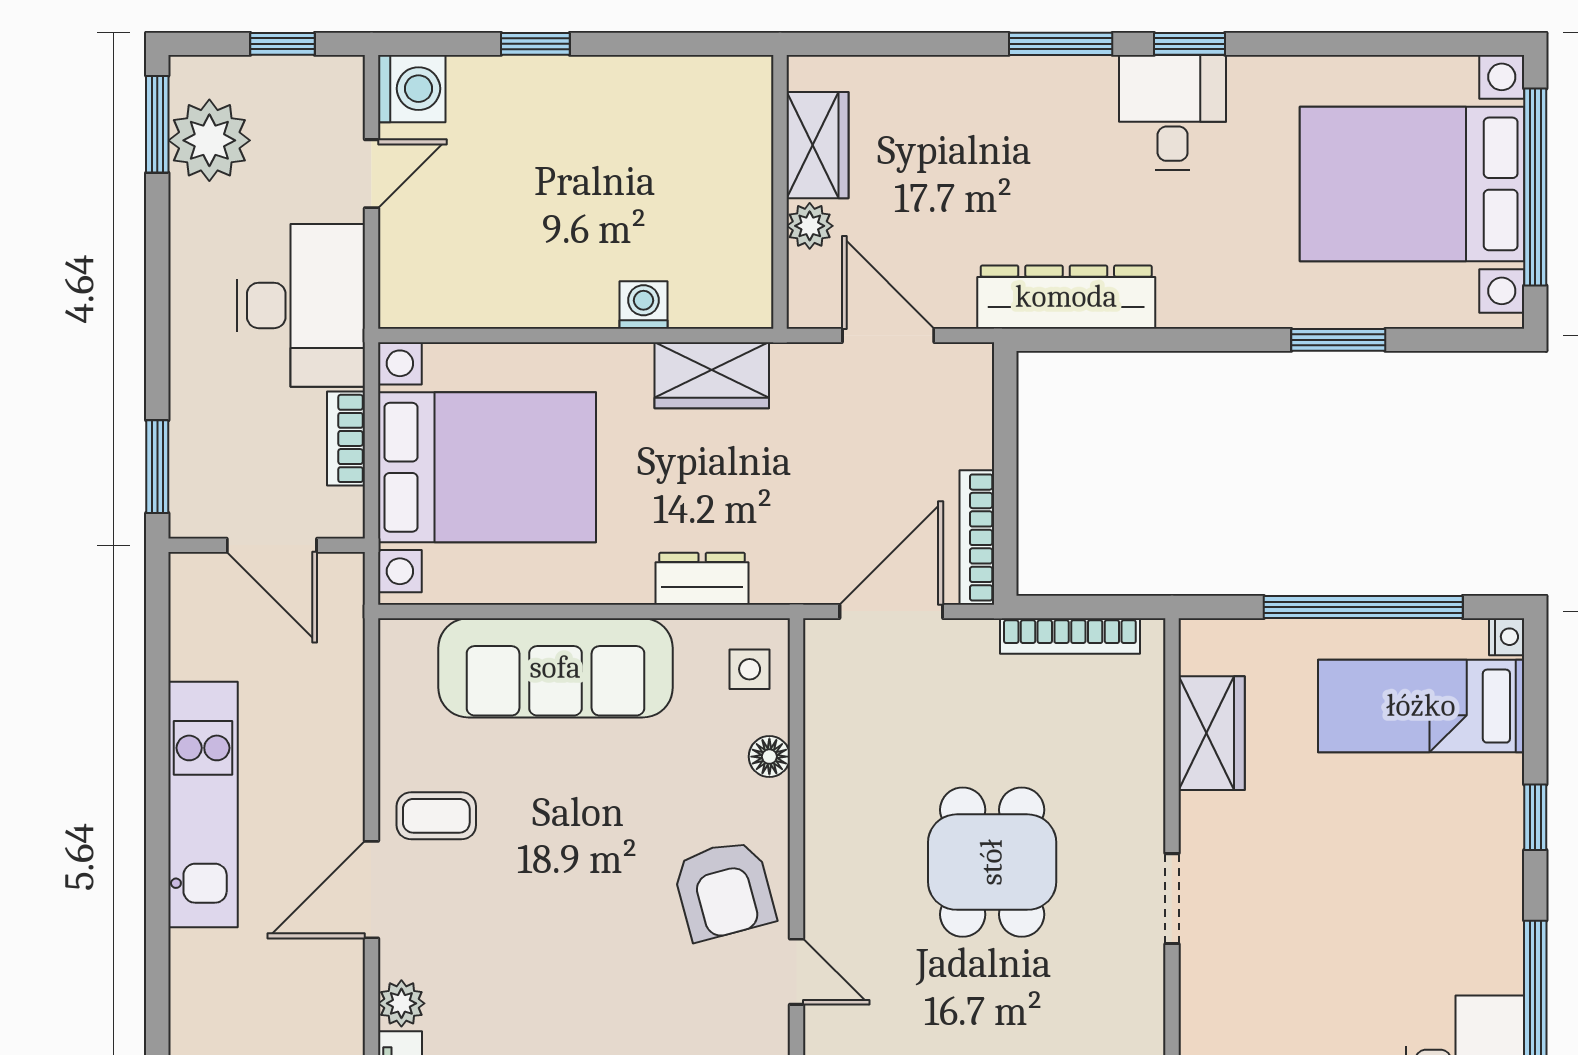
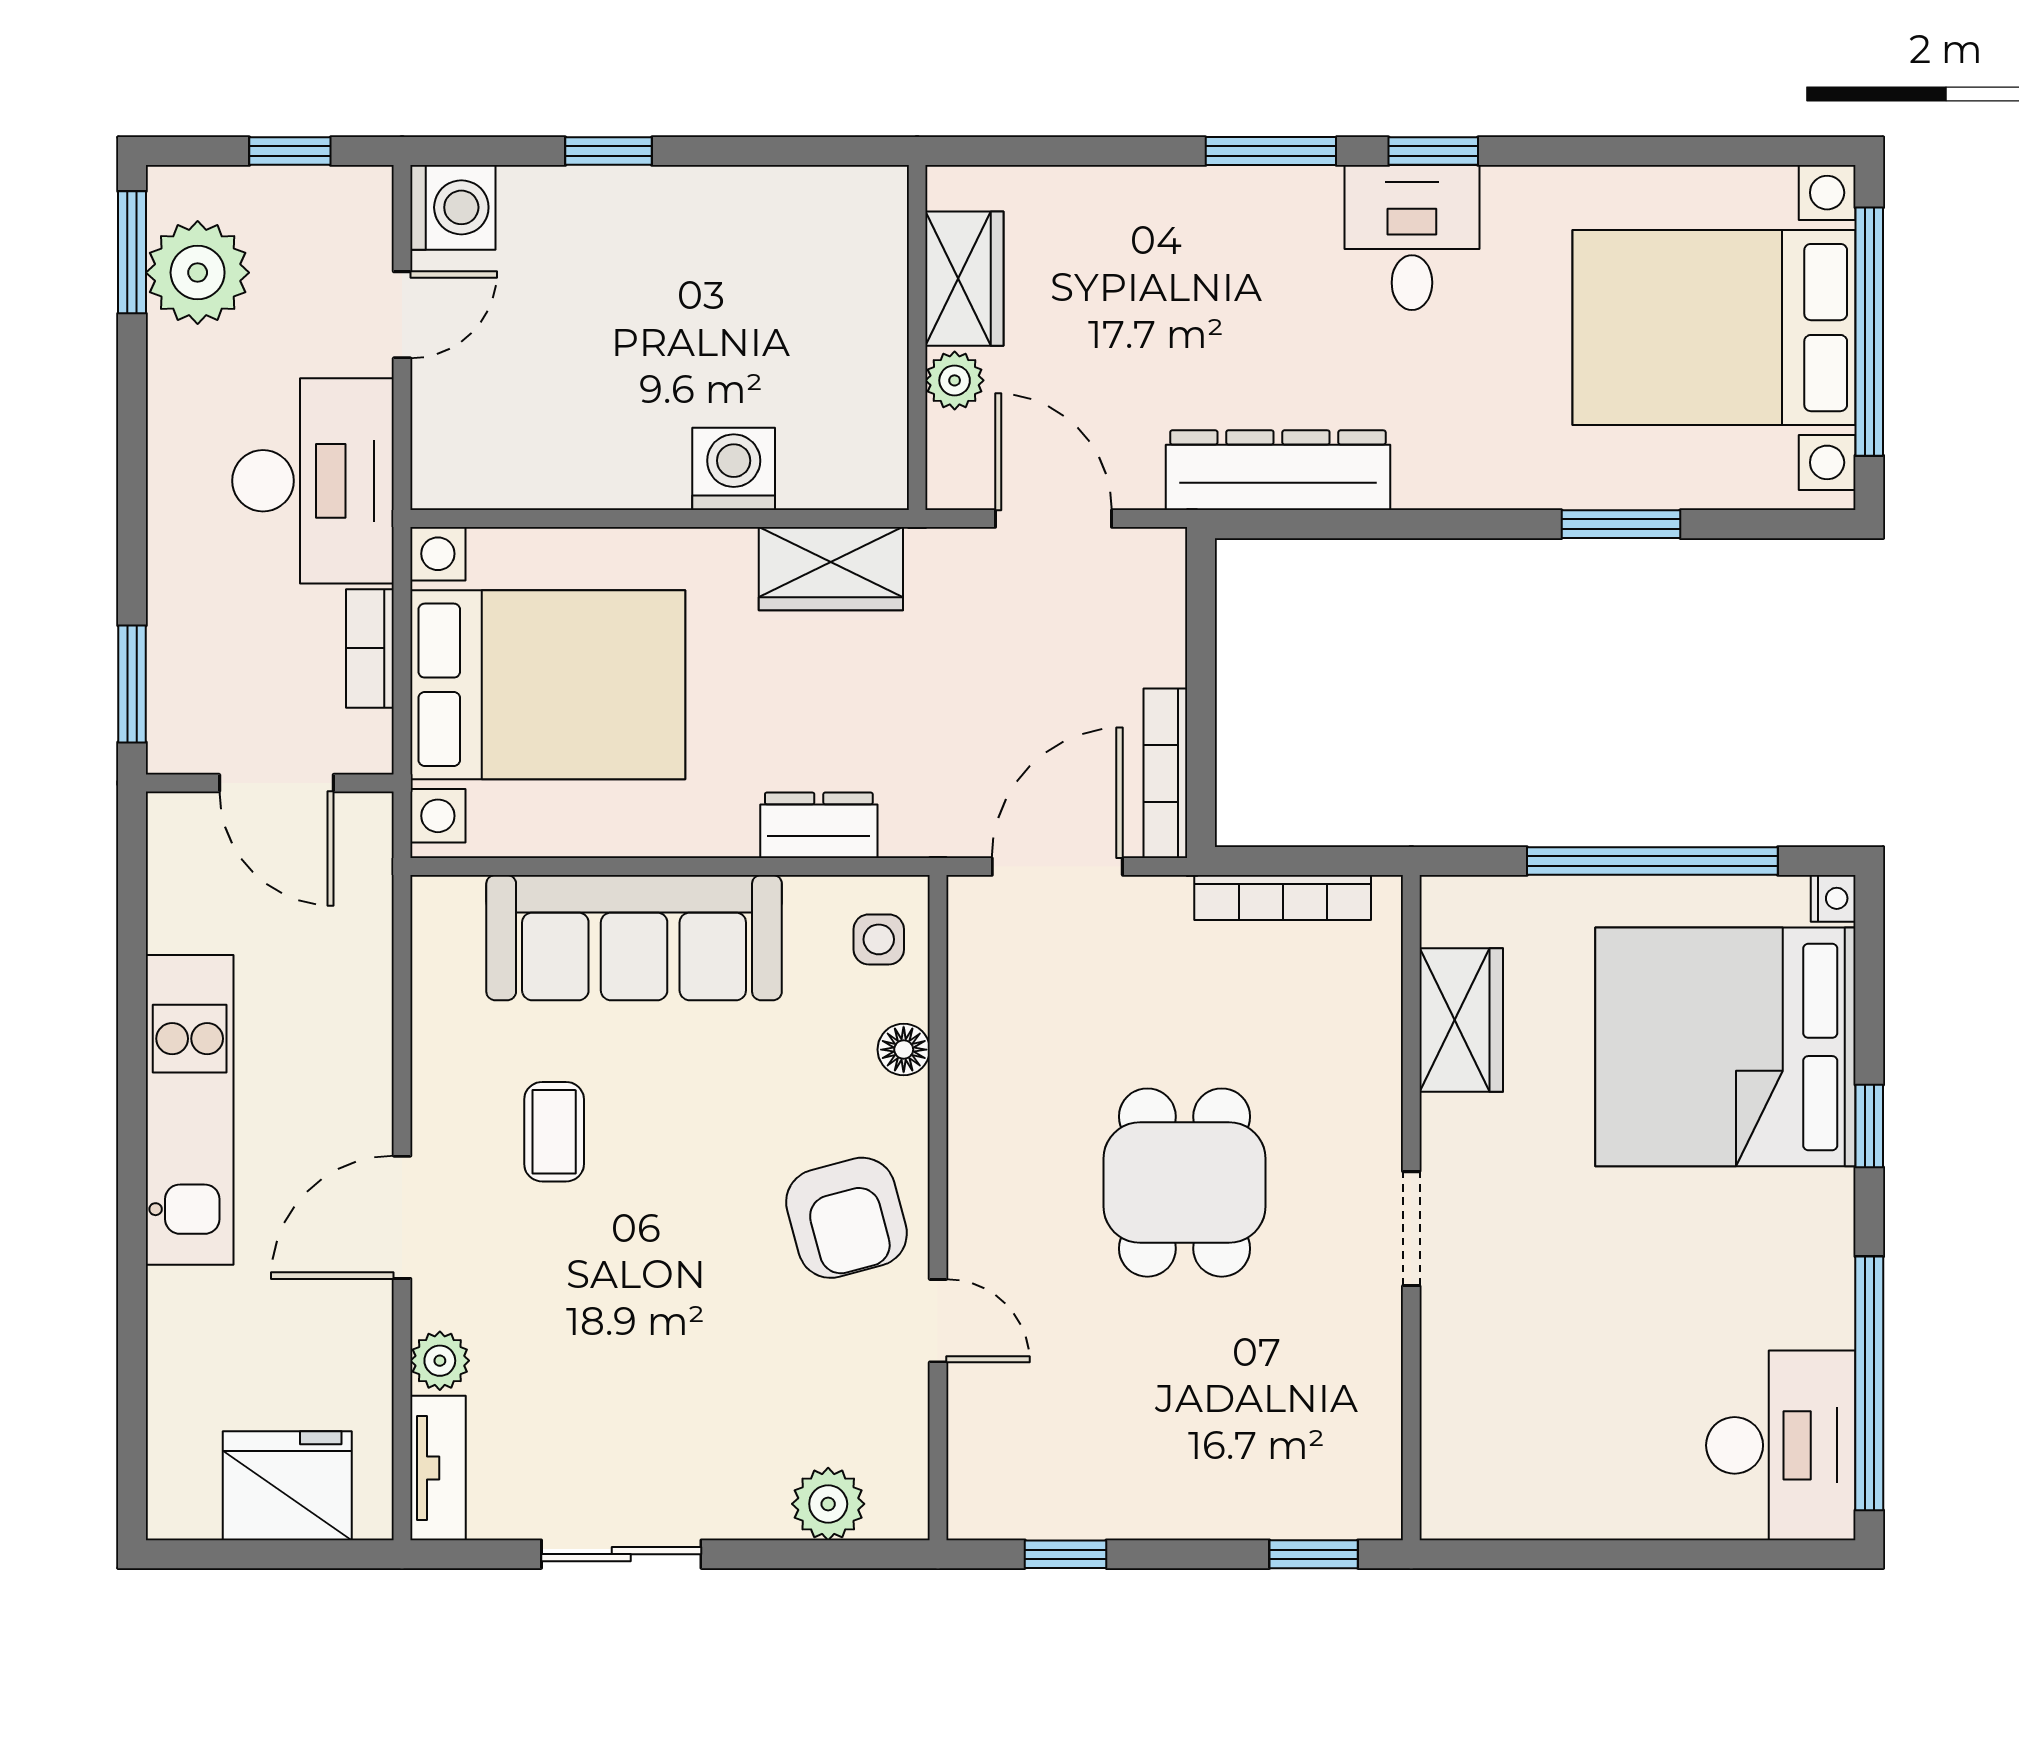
washing machine: (644, 305) -> (734, 469), width x1.38, depth x1.38
bed: (1421, 706) -> (1725, 1047), width x2.04
coffee table: (436, 816) -> (554, 1132), moved, turned 90

